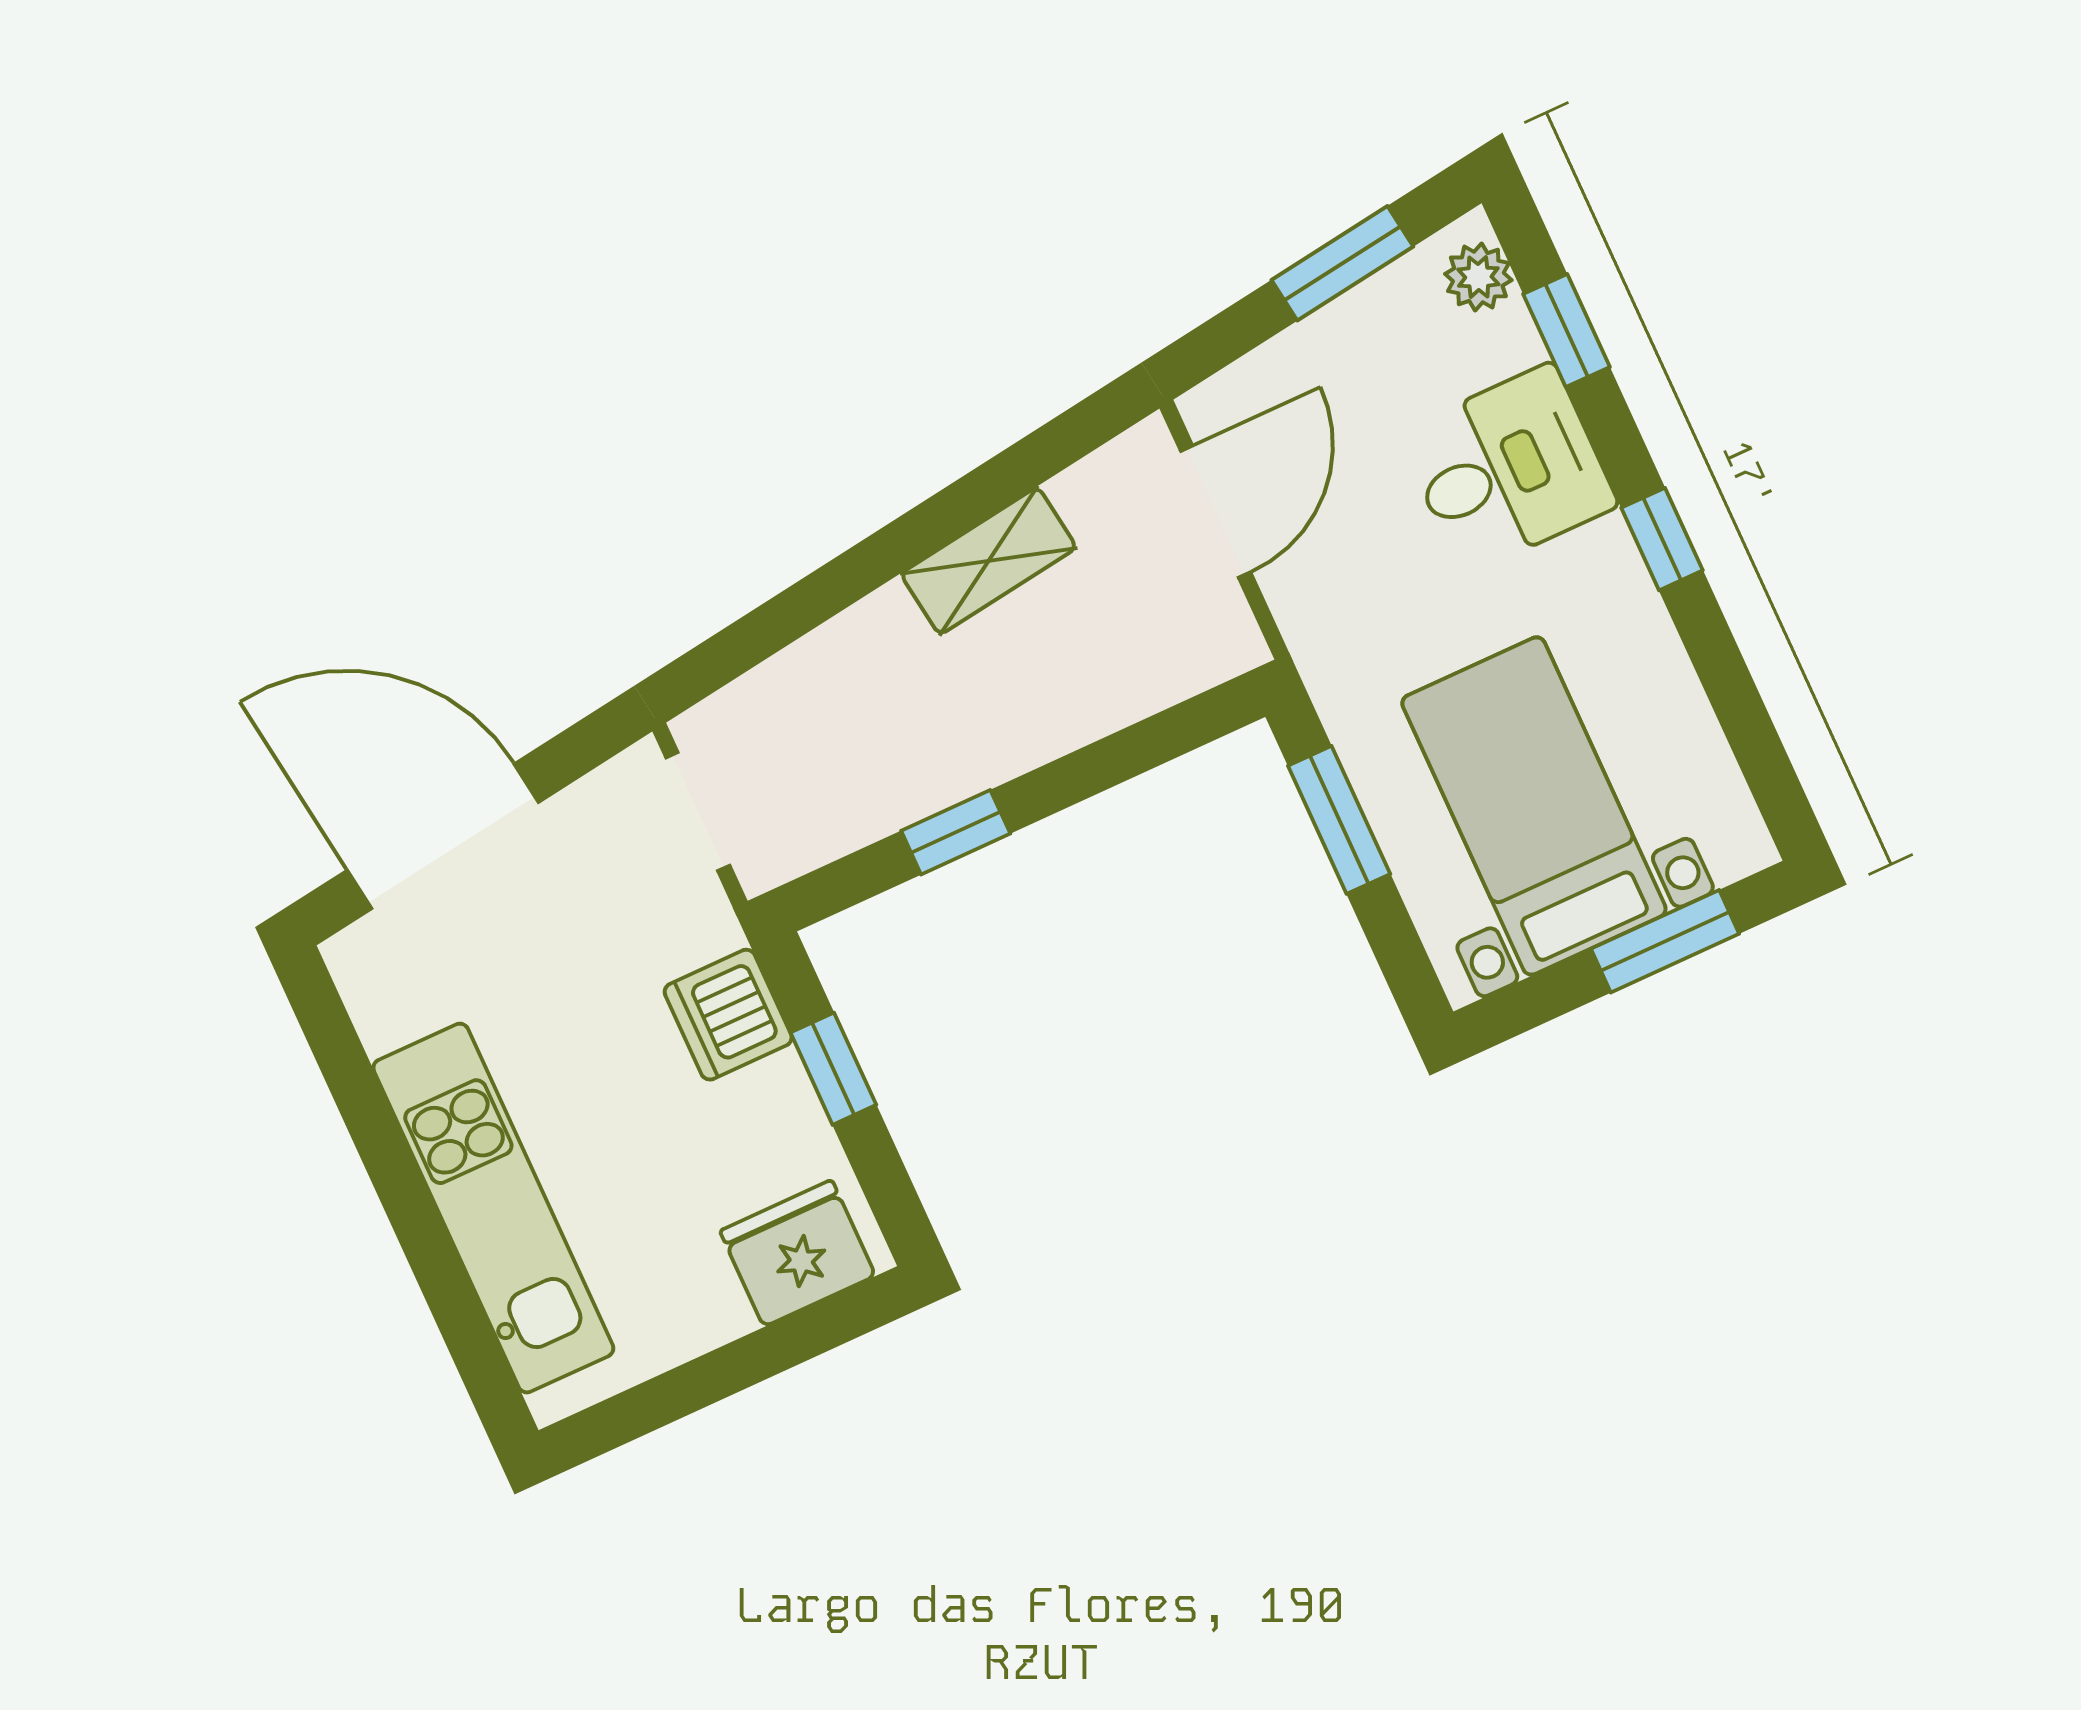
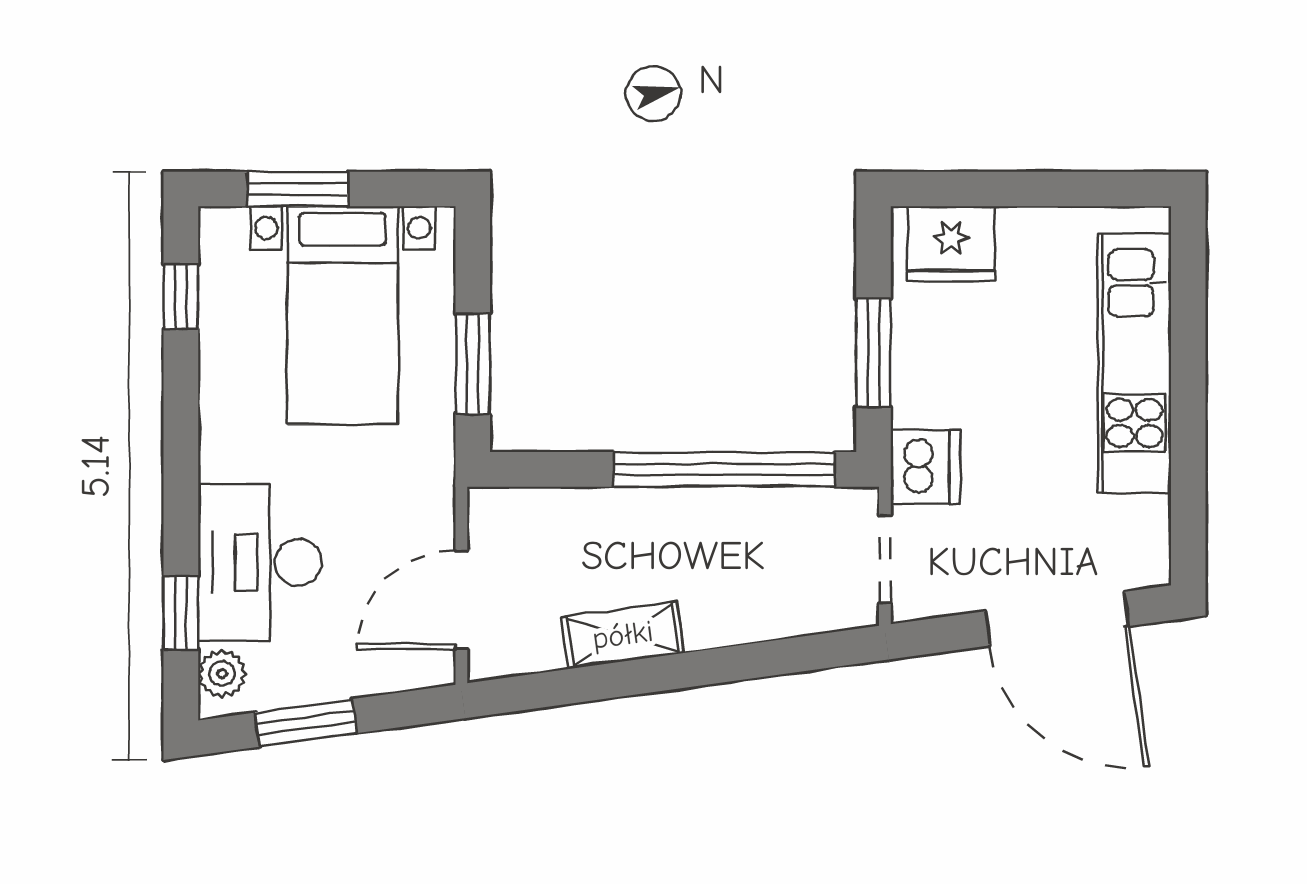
desk: (1508, 469) -> (260, 562), width x1.37
window: (1662, 539) -> (181, 297), moved
window: (956, 832) -> (724, 469), width x3.17
dishwasher: (728, 1015) -> (926, 467), moved
window: (833, 1069) -> (873, 353), width x1.50

